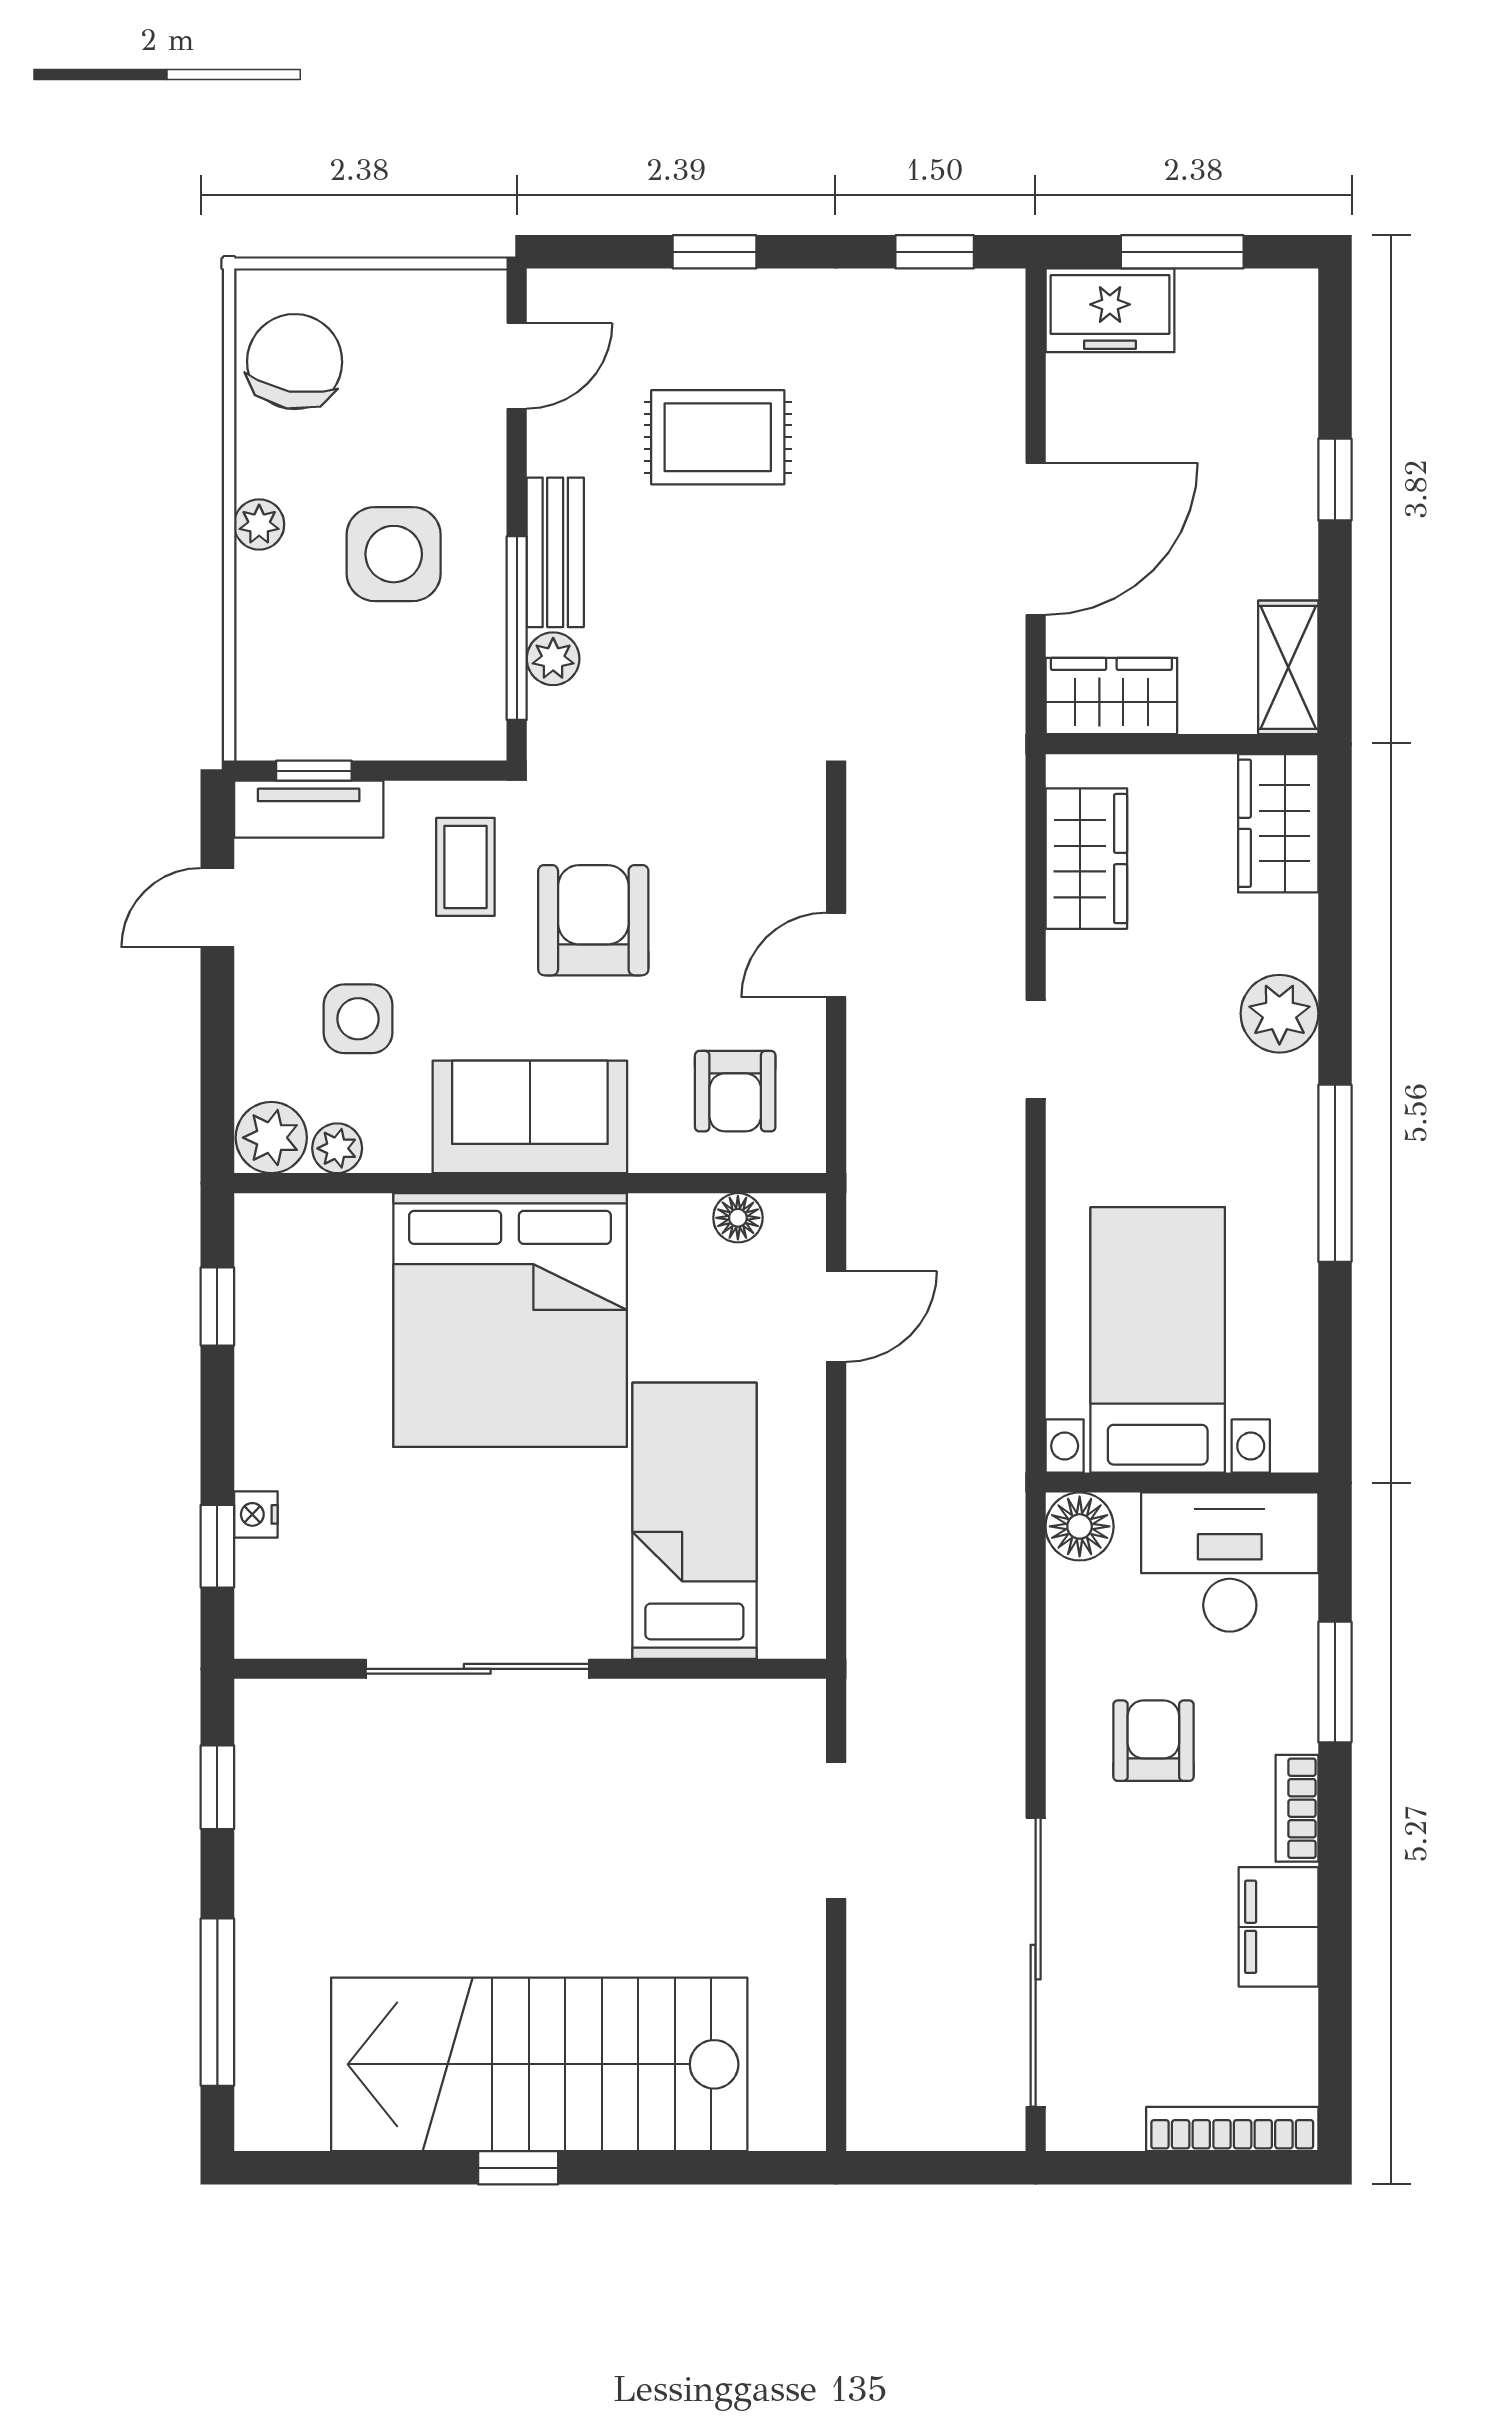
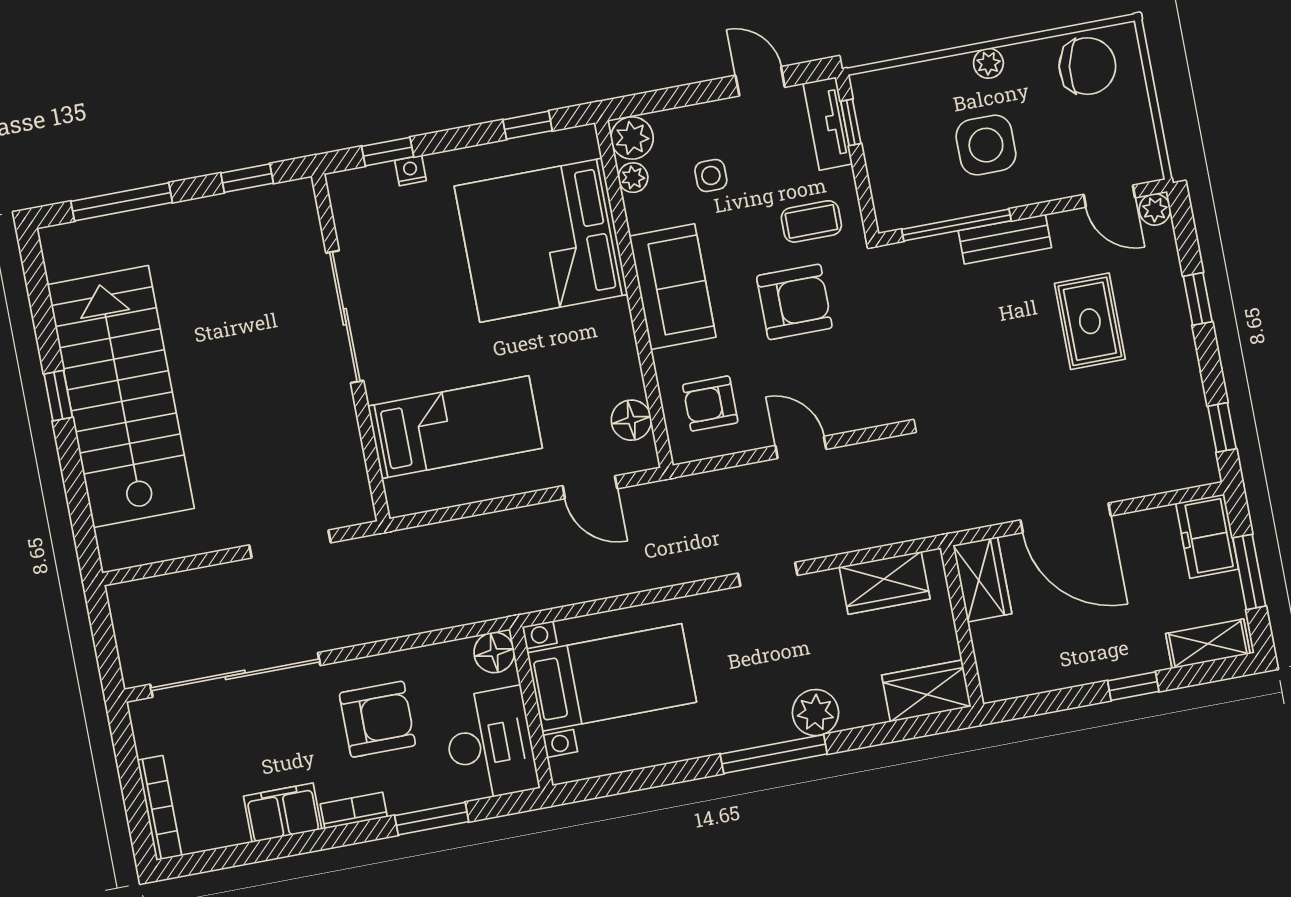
plant: (553, 659) -> (1155, 209), moved
shelving: (1288, 667) -> (1208, 644), moved
side table: (358, 1019) -> (711, 175), width x0.73, depth x0.73
window: (1335, 1173) -> (774, 754), moved
floor lamp: (738, 1218) -> (631, 420), width x1.37, depth x1.37
bed: (510, 1320) -> (541, 240), moved
armchair: (1153, 1741) -> (377, 719), width x1.38, depth x1.38

